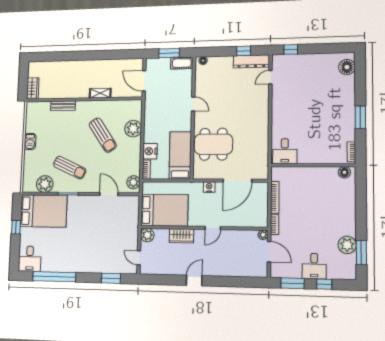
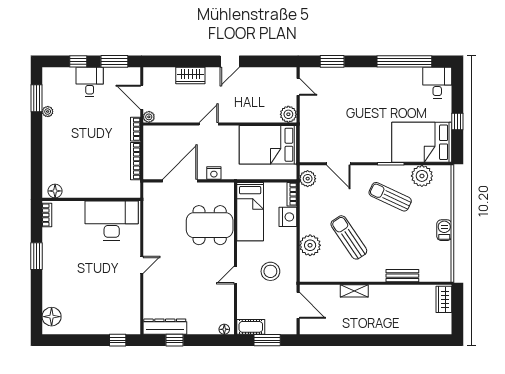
door: (270, 77) -> (142, 265), moved
door: (193, 104) -> (236, 275), hinge flipped
stool: (165, 107) -> (270, 271), added
desk: (285, 151) -> (112, 221), width x1.87, depth x1.30
wardrobe: (181, 236) -> (190, 76), moved, turned 180
plant: (347, 245) -> (48, 112), width x0.53, depth x0.53

